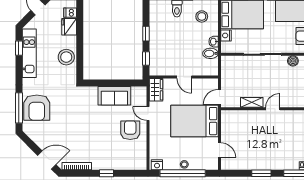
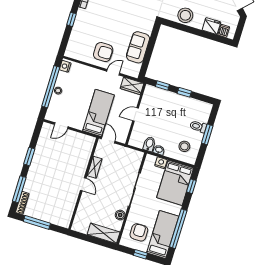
bed: (195, 121) -> (98, 113), width x0.67

